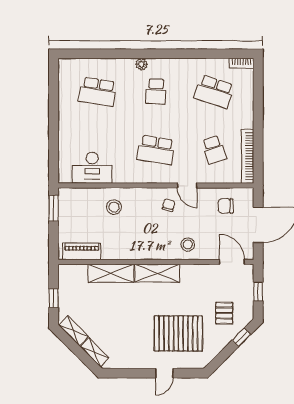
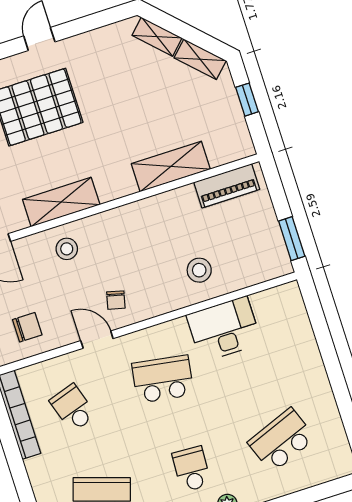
school desk: (98, 92) -> (282, 440), turned -30
desk: (92, 168) -> (224, 329), moved
shelving: (157, 273) -> (61, 202), moved

